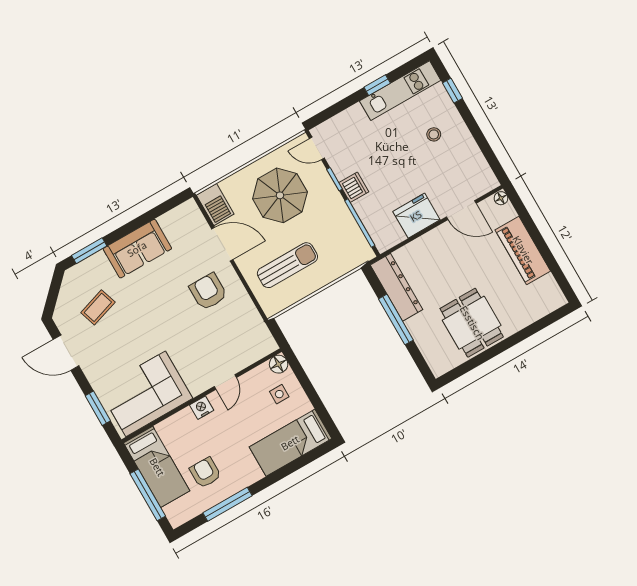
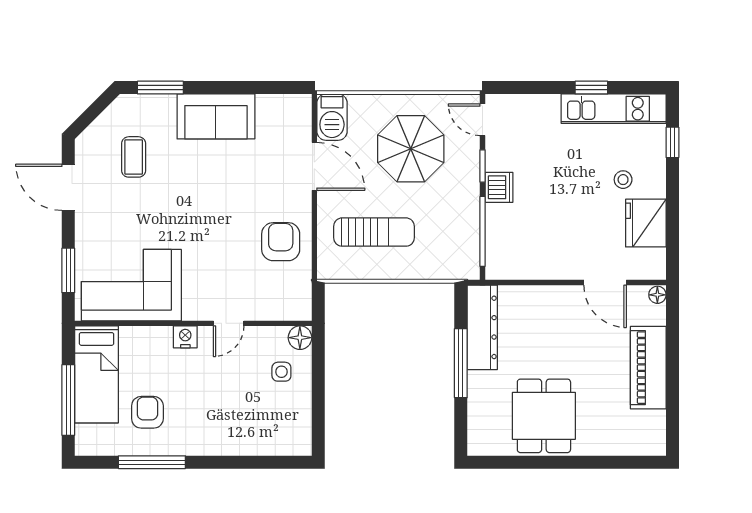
fridge: (416, 216) -> (646, 223), moved, turned -90
armchair: (208, 292) -> (281, 242), moved
coffee table: (98, 307) -> (134, 157), turned -72
bed: (290, 443) -> (263, 434), removed

